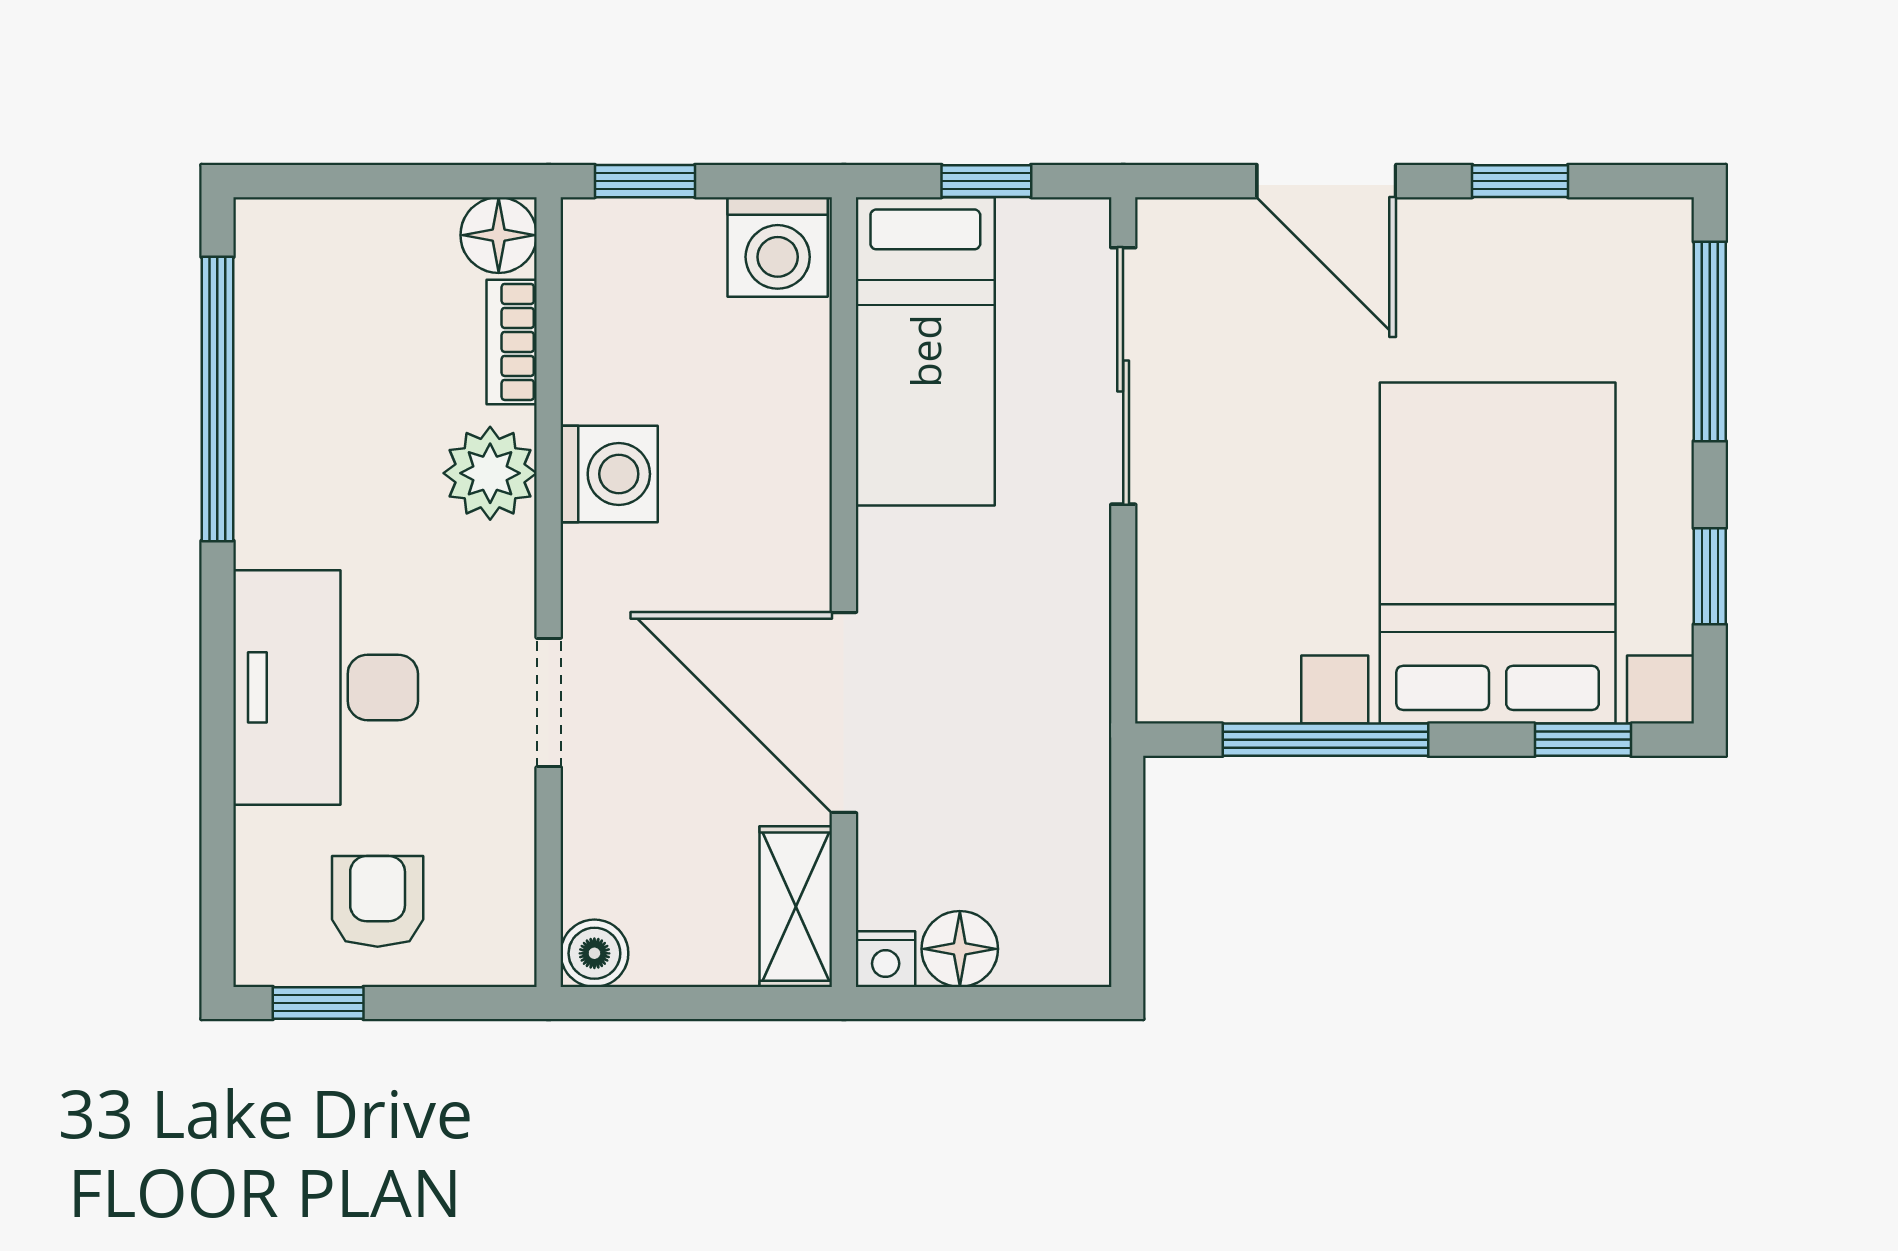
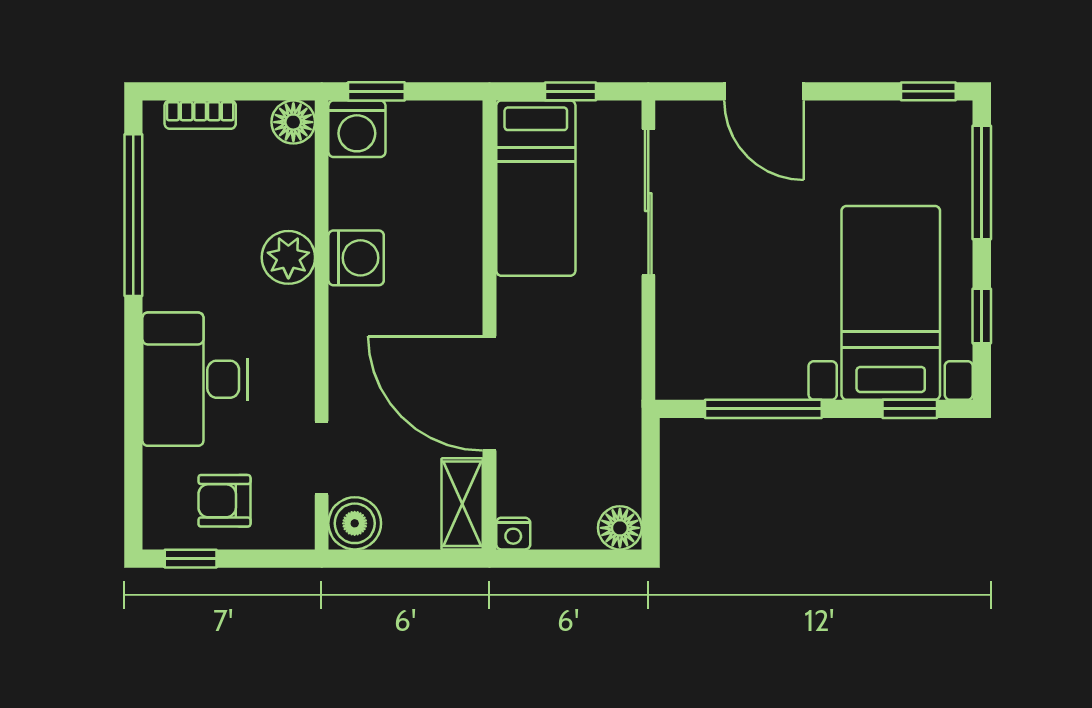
window: (1520, 181) -> (928, 91), moved
washing machine: (778, 247) -> (357, 129), moved
bookcase: (512, 342) -> (200, 115), moved, turned -90
bed with nightstands: (1498, 553) -> (891, 303), width x0.73
doorway: (549, 702) -> (322, 458), moved
armchair: (378, 901) -> (224, 501), turned -90
floor lamp: (960, 949) -> (620, 528), moved
boiler: (594, 953) -> (355, 523), width x1.36, depth x1.36

